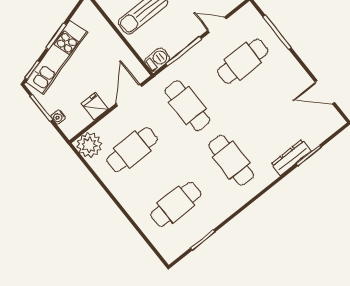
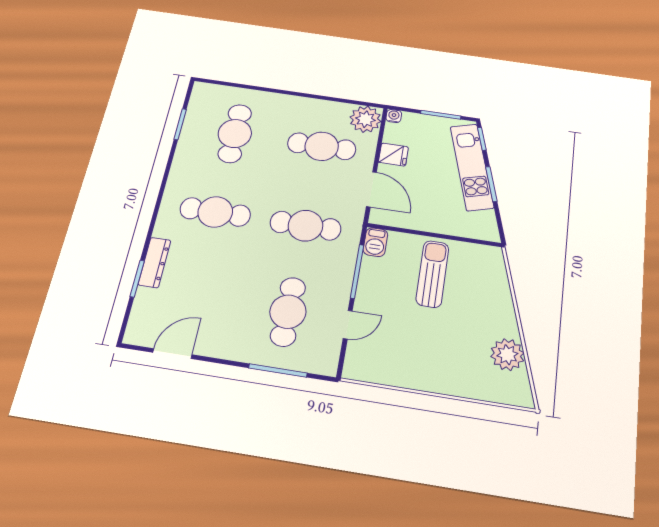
water cooler: (58, 117) -> (394, 116), moved
cafe table: (132, 150) -> (322, 146), turned 90

